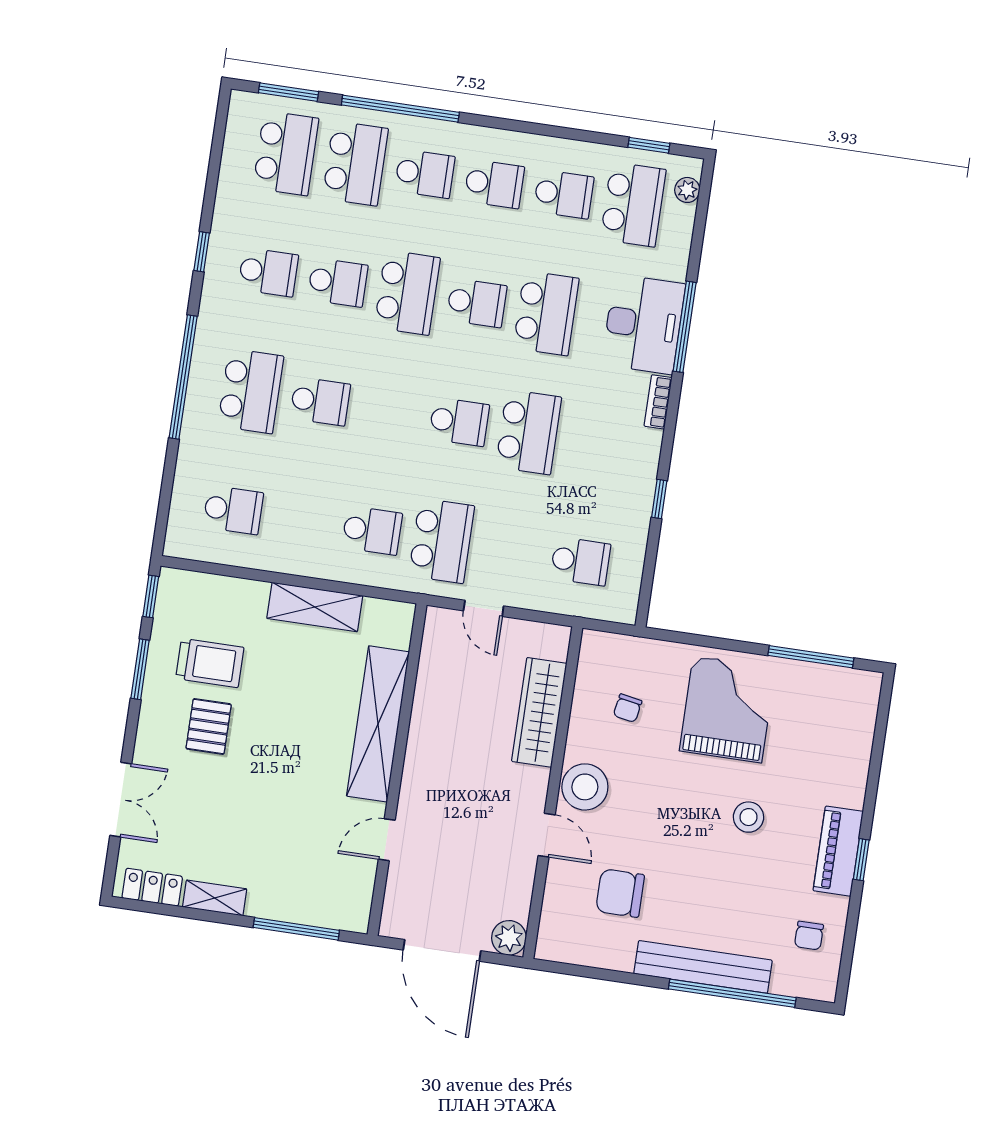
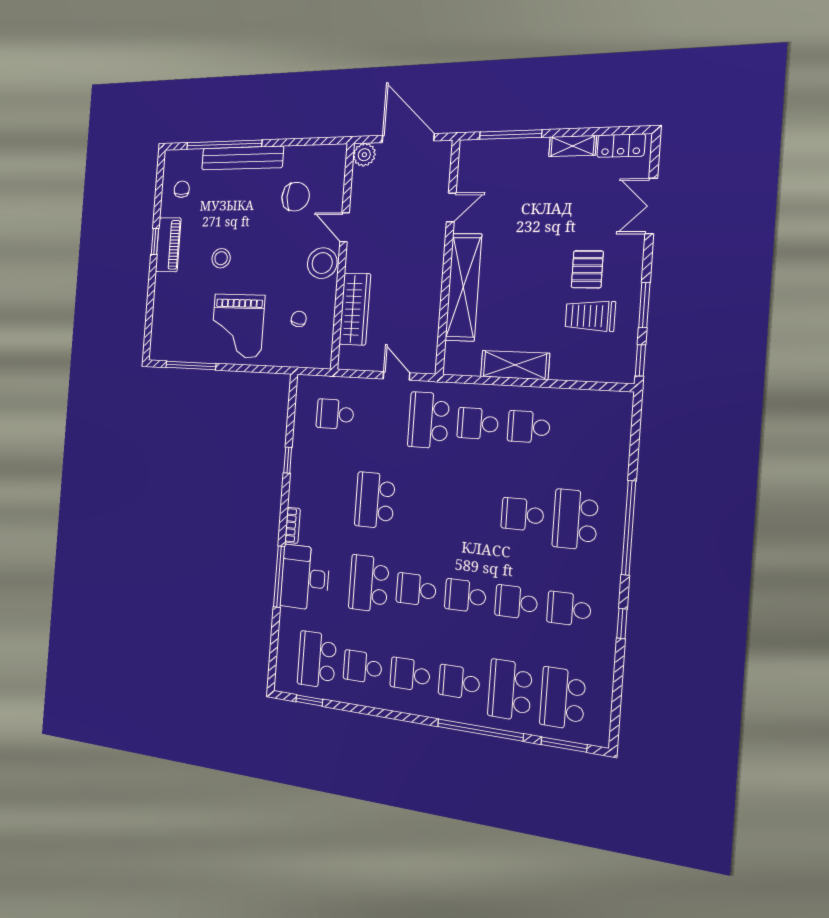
plant: (687, 190) -> (283, 670), removed
school desk: (407, 293) -> (465, 596), width x0.54
school desk: (459, 422) -> (422, 505), removed
school desk: (233, 510) -> (529, 427), moved

